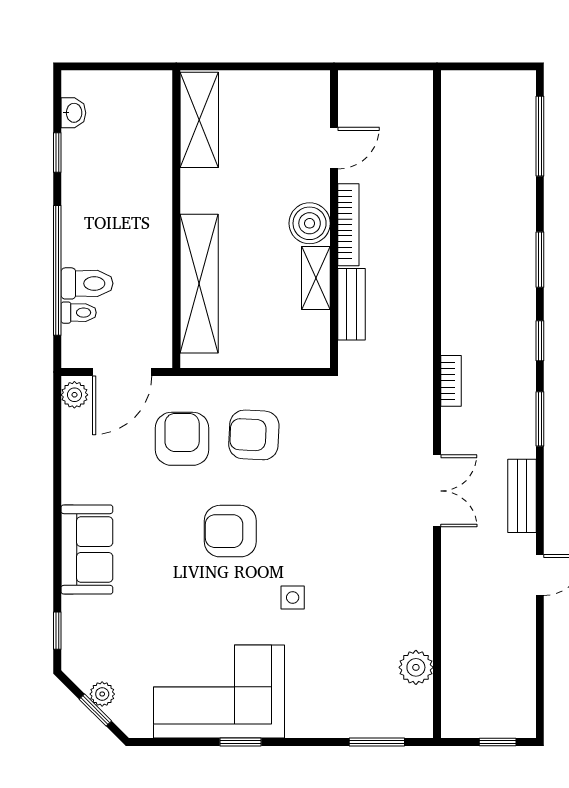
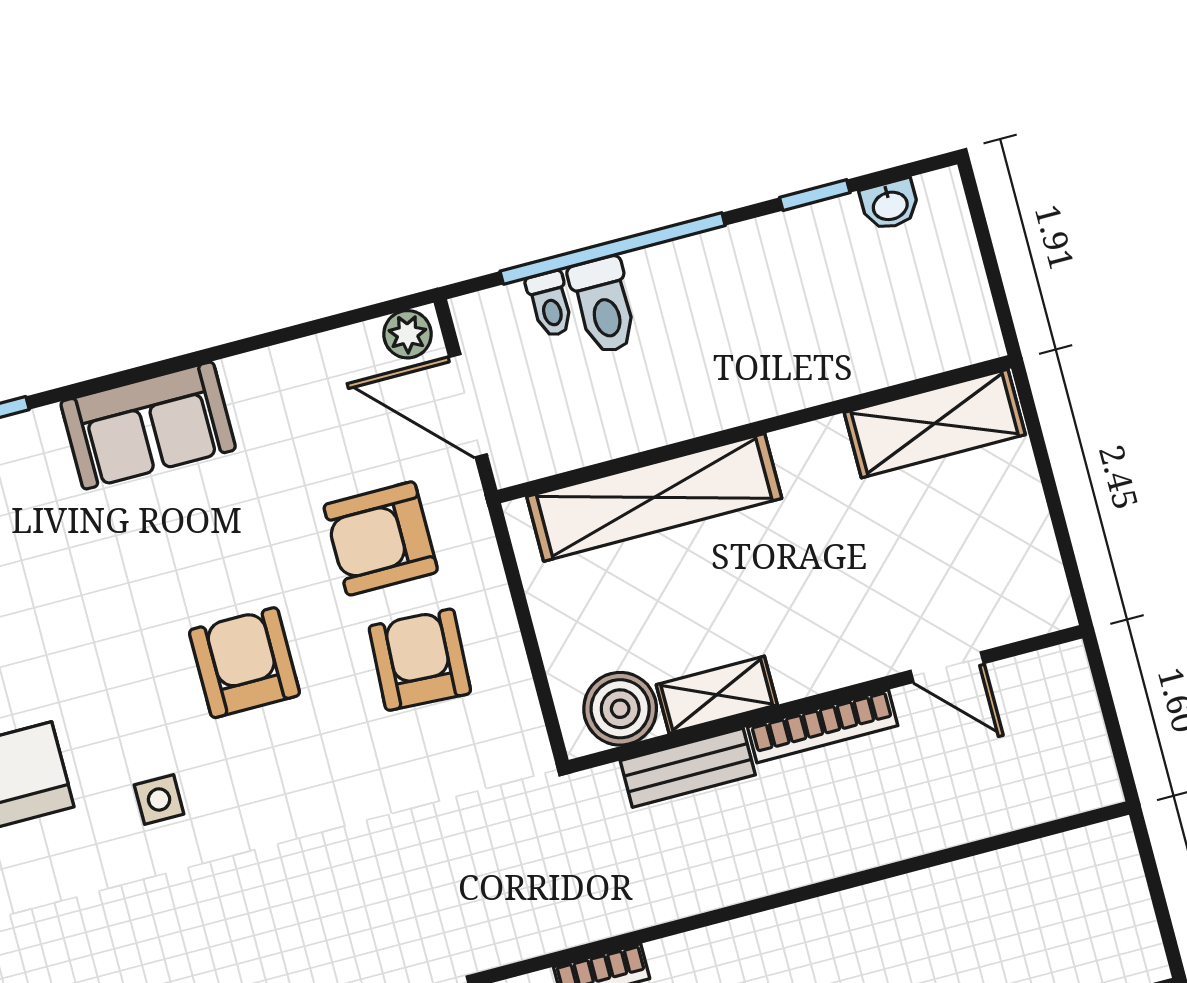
boiler: (310, 223) -> (620, 709), moved
armchair: (182, 439) -> (381, 538), turned 180

